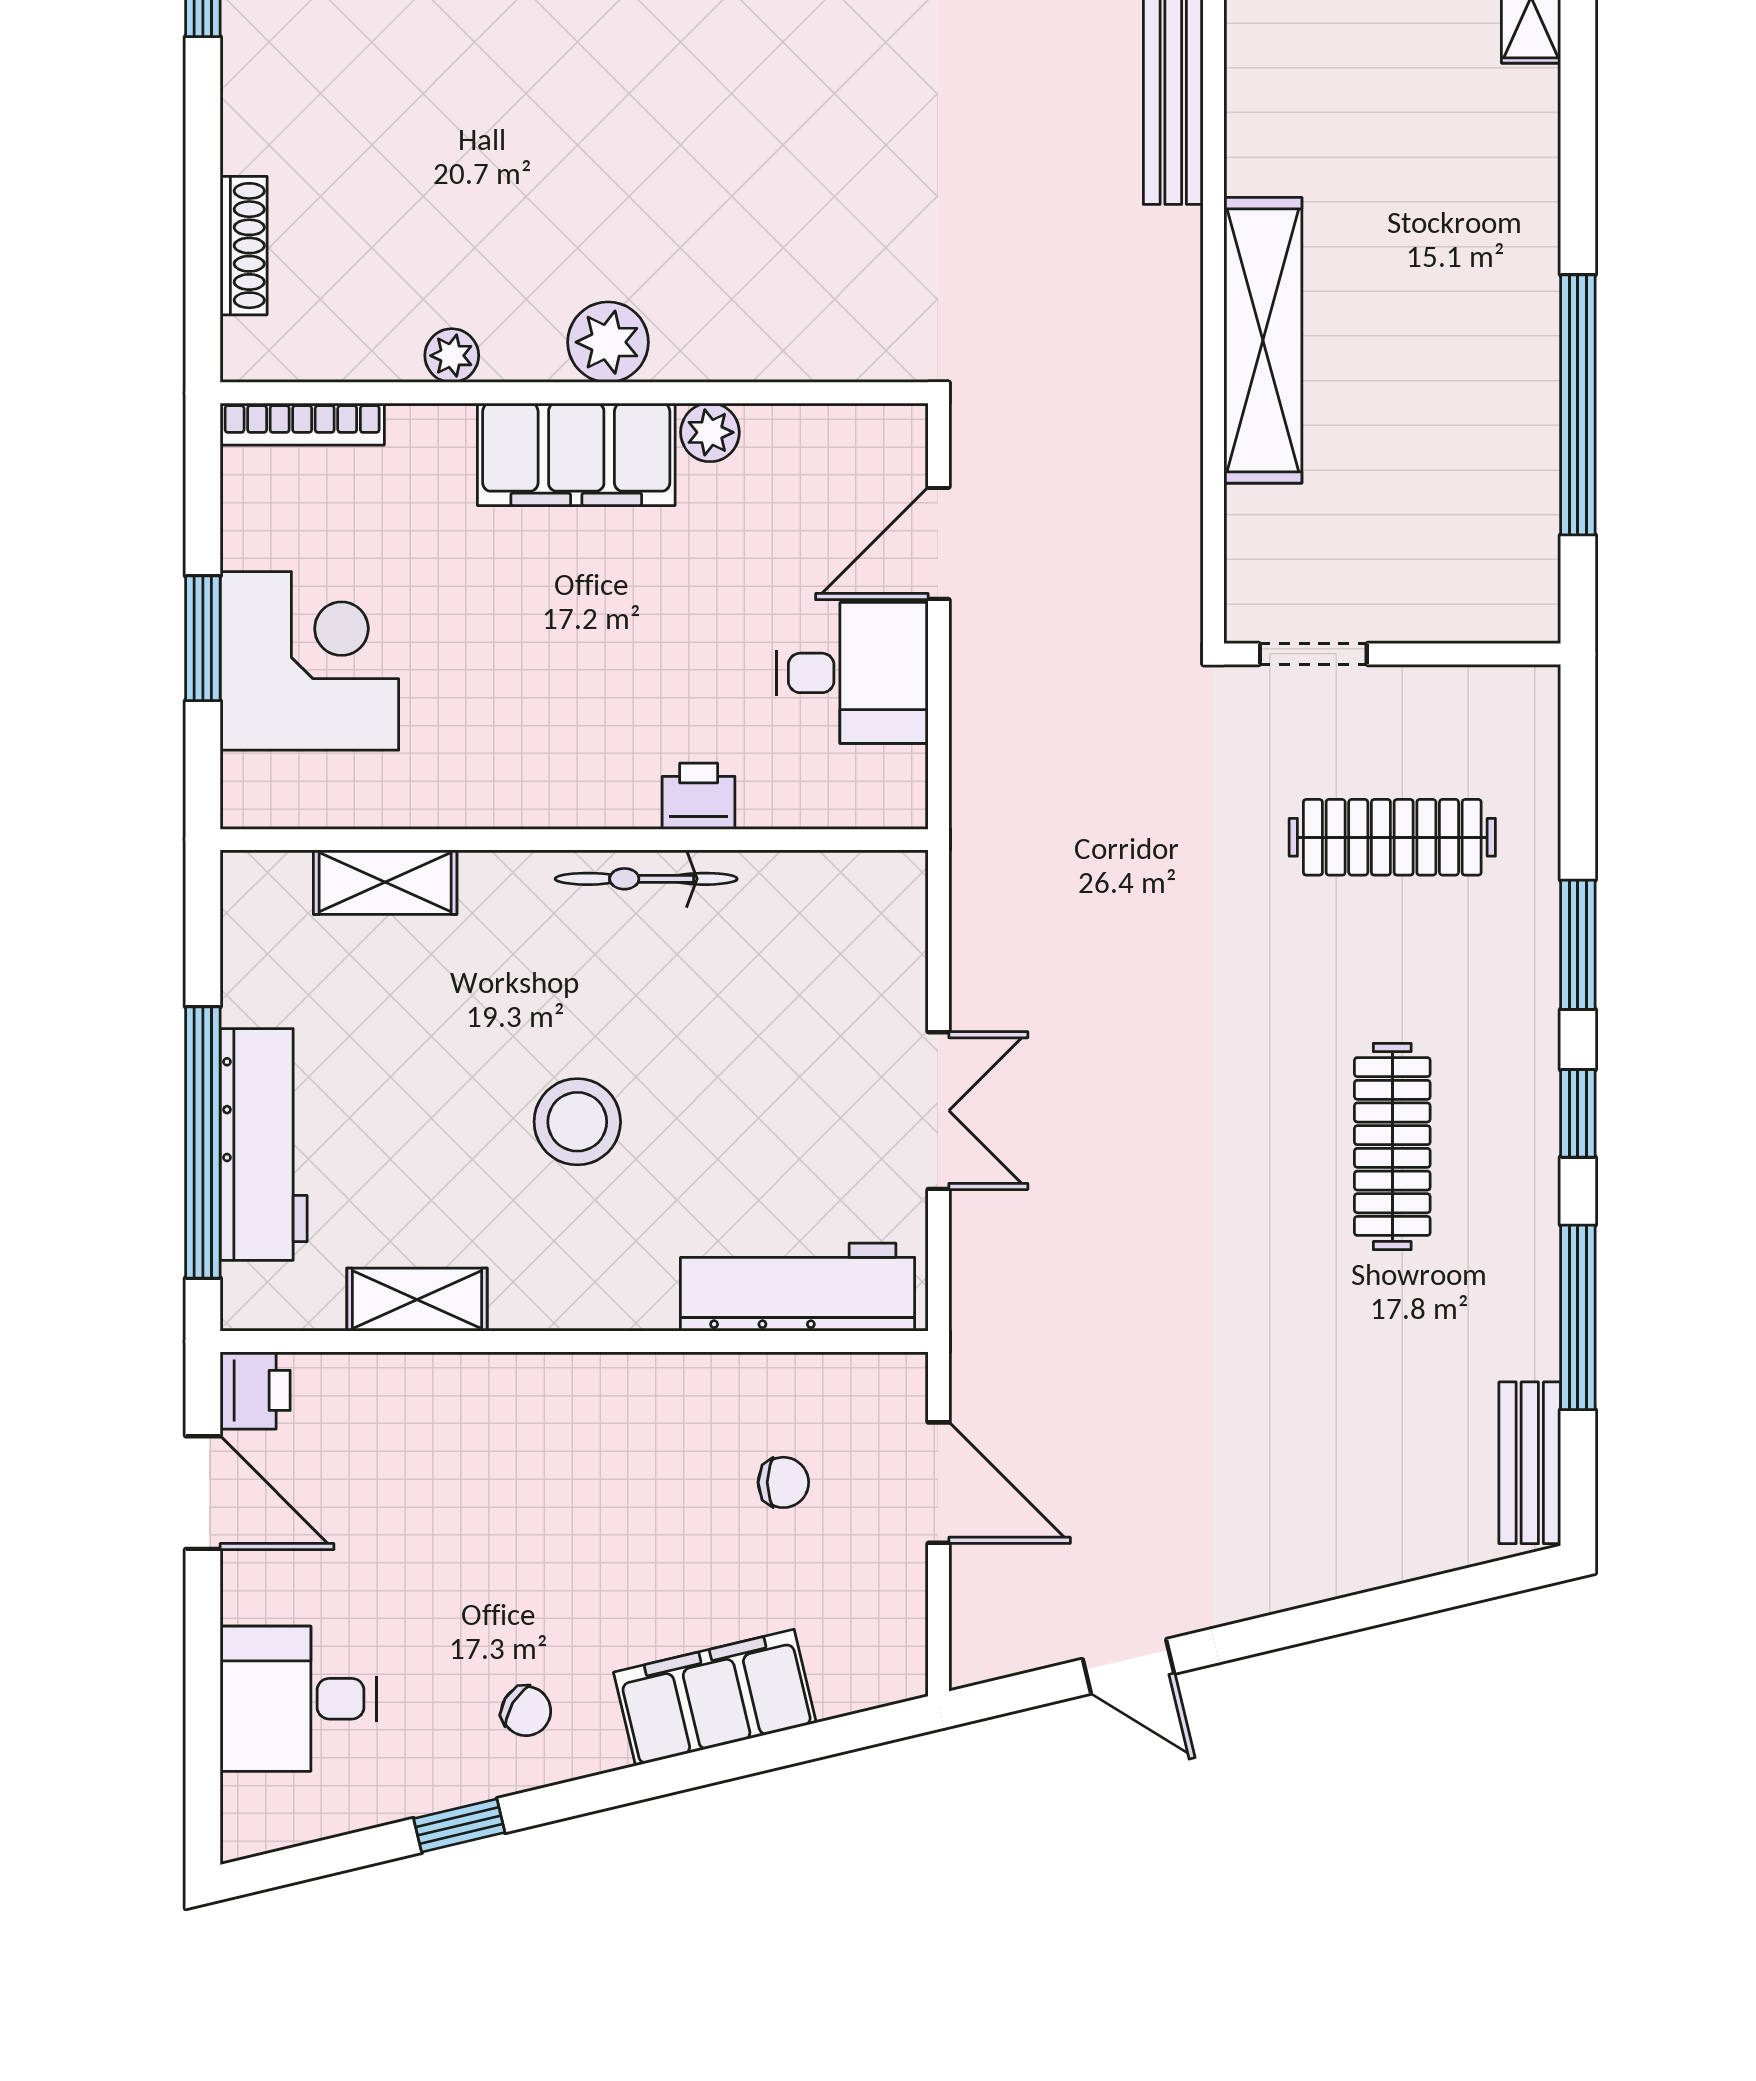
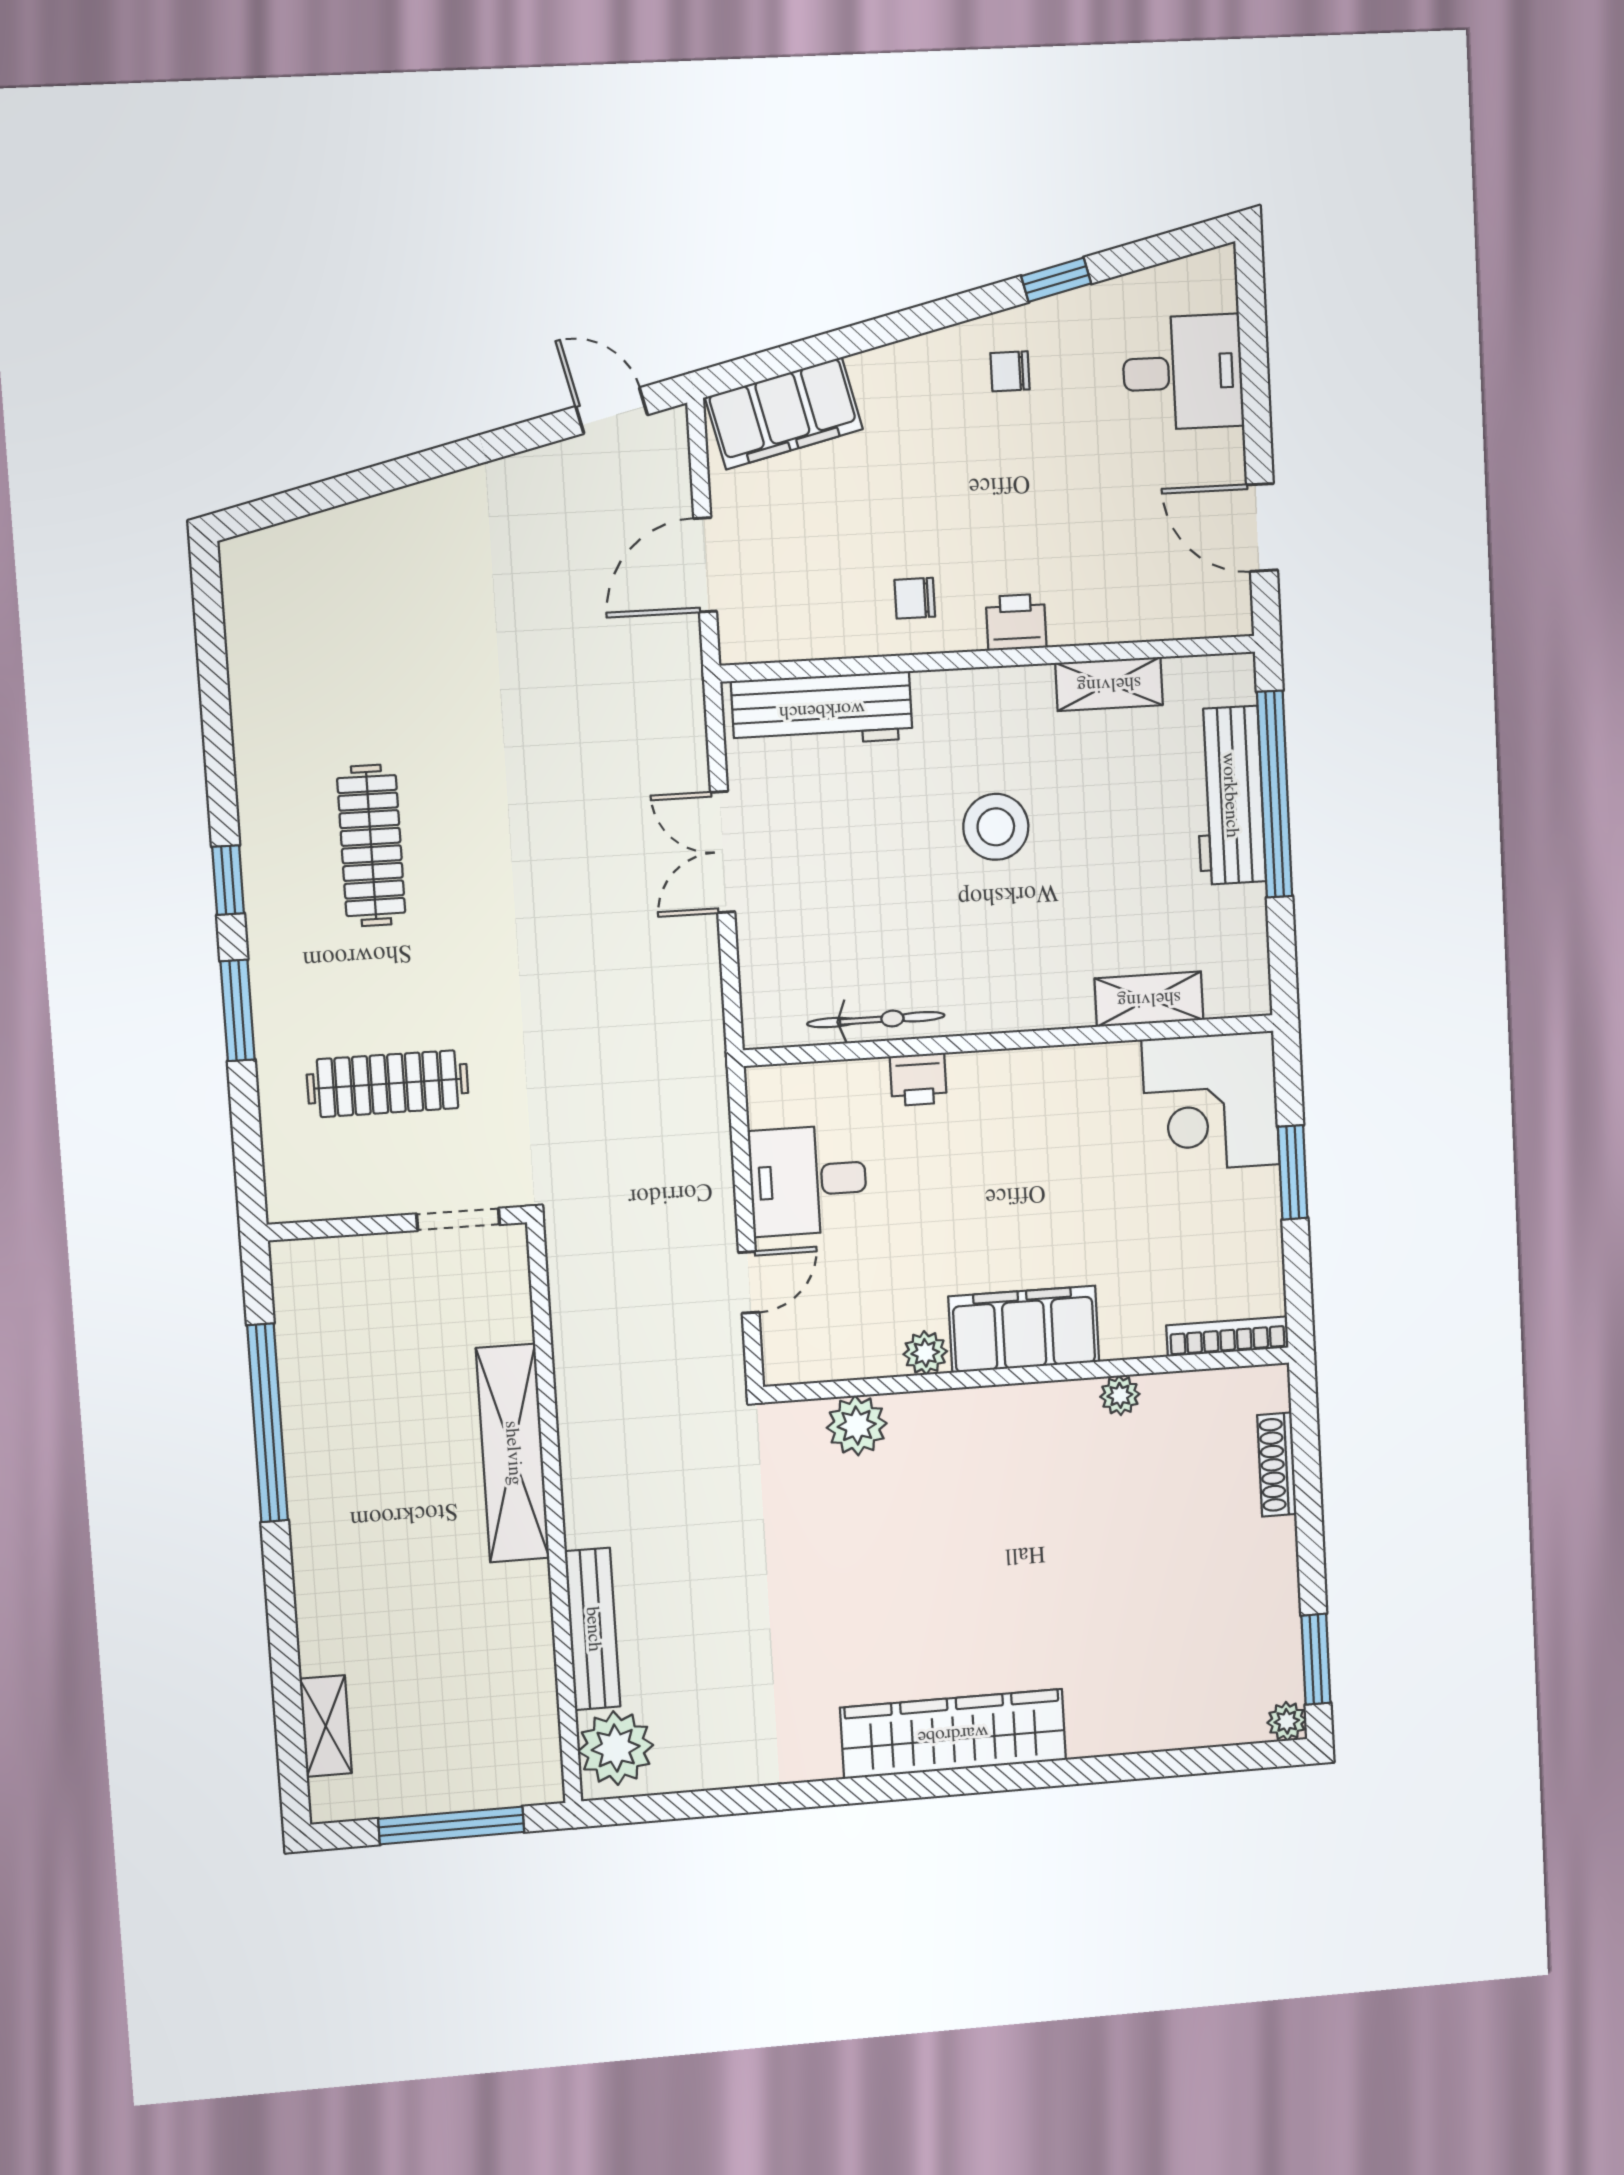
plant: (608, 342) -> (857, 1425), moved
door: (938, 543) -> (749, 1282), width x0.73
corner desk: (309, 661) -> (1211, 1102), moved
bicycle: (646, 879) -> (876, 1020), moved
window: (1578, 1317) -> (217, 721), removed
printer: (255, 1390) -> (1016, 622), moved, turned 90
bench: (1530, 1463) -> (246, 605), removed
chair: (783, 1482) -> (915, 598), moved
door: (938, 1483) -> (705, 565), hinge flipped
door: (1129, 1666) -> (612, 411), moved
filing cabinet: (715, 1698) -> (784, 413), moved
chair: (526, 1711) -> (1010, 371), turned -31

